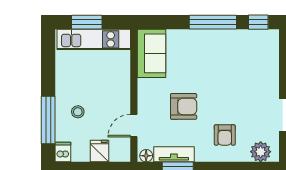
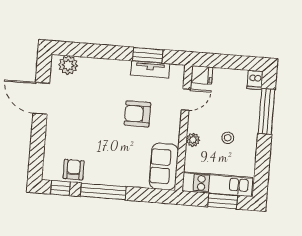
plant: (123, 84) -> (193, 140), added
stool: (78, 112) -> (228, 138), moved
armchair: (225, 135) -> (74, 170), moved
fridge: (99, 151) -> (202, 75), moved, turned -90
floor lamp: (146, 156) -> (177, 70), removed

